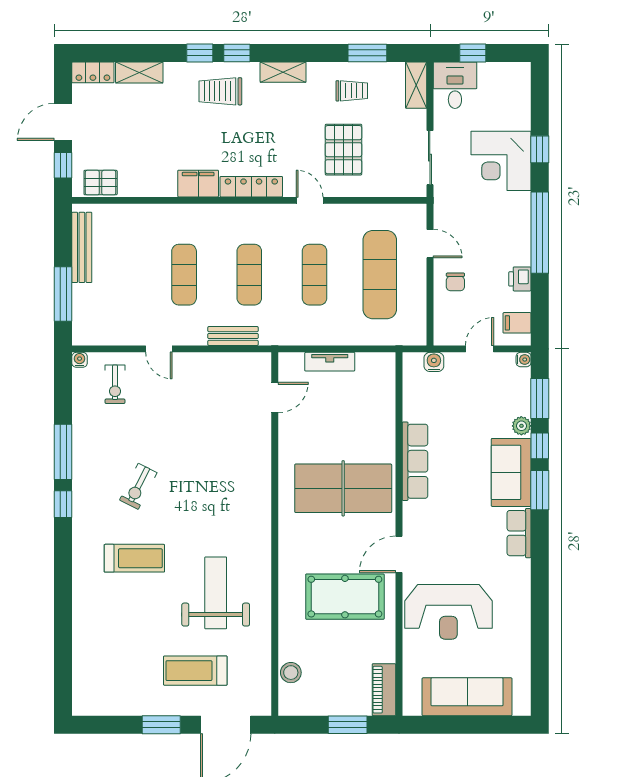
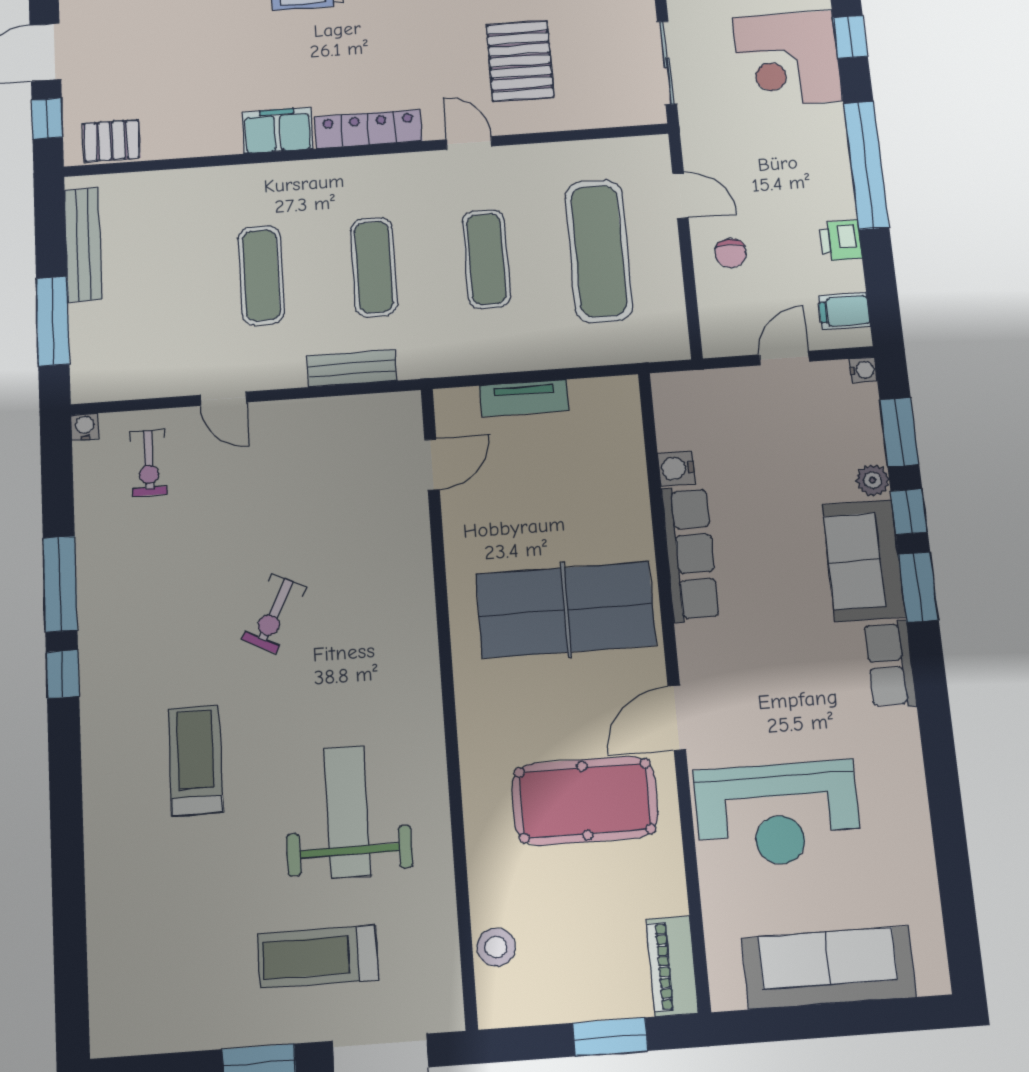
water cooler: (434, 362) -> (676, 468), moved, turned -90
exercise bike: (138, 486) -> (274, 613), moved
treadmill: (134, 558) -> (195, 760), turned -90

